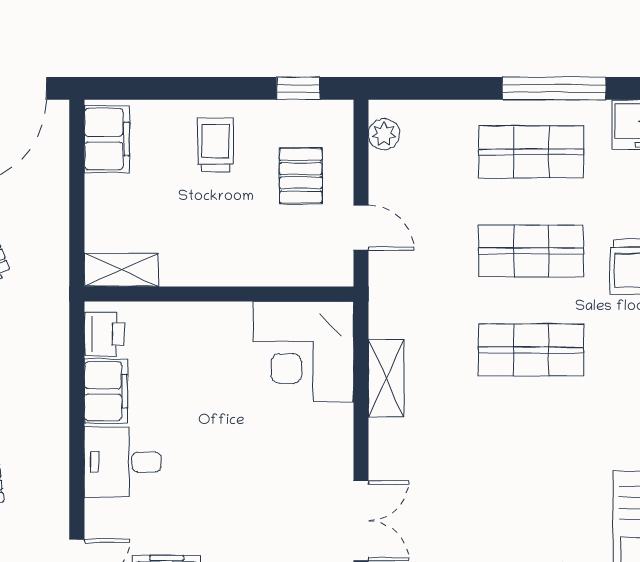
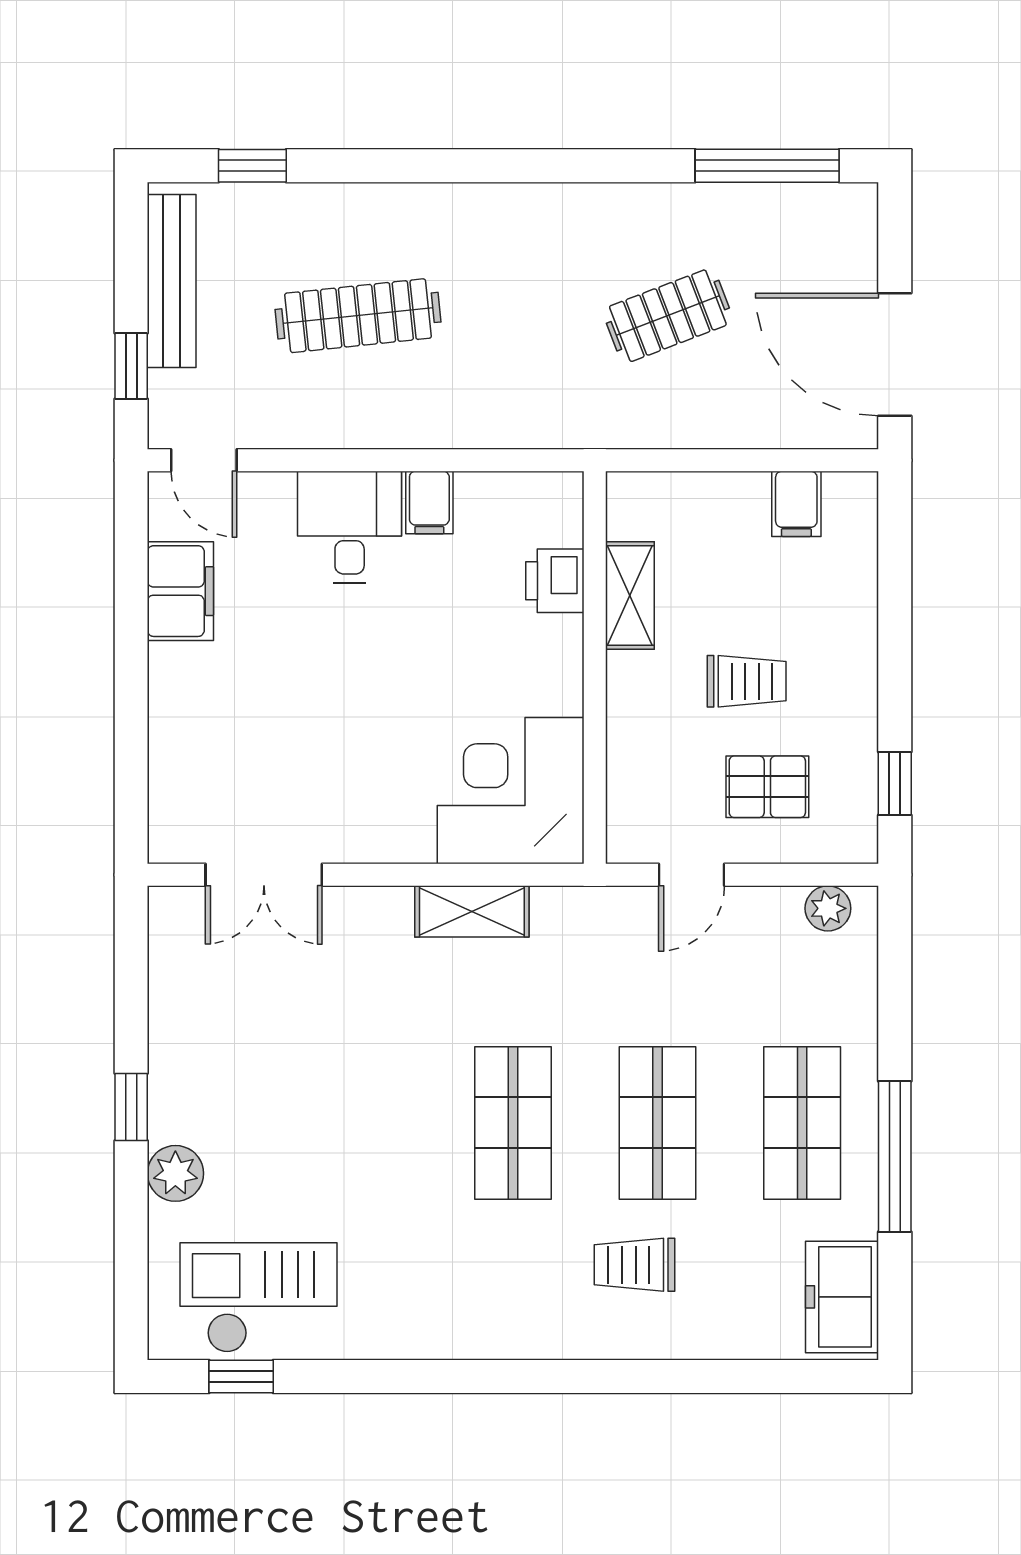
filing cabinet: (107, 139) -> (796, 504), width x0.50
trolley: (215, 145) -> (747, 681), moved
shelving: (121, 270) -> (630, 595), moved
printer: (104, 334) -> (555, 581), moved, turned 90
filing cabinet: (106, 391) -> (429, 503), width x0.50

